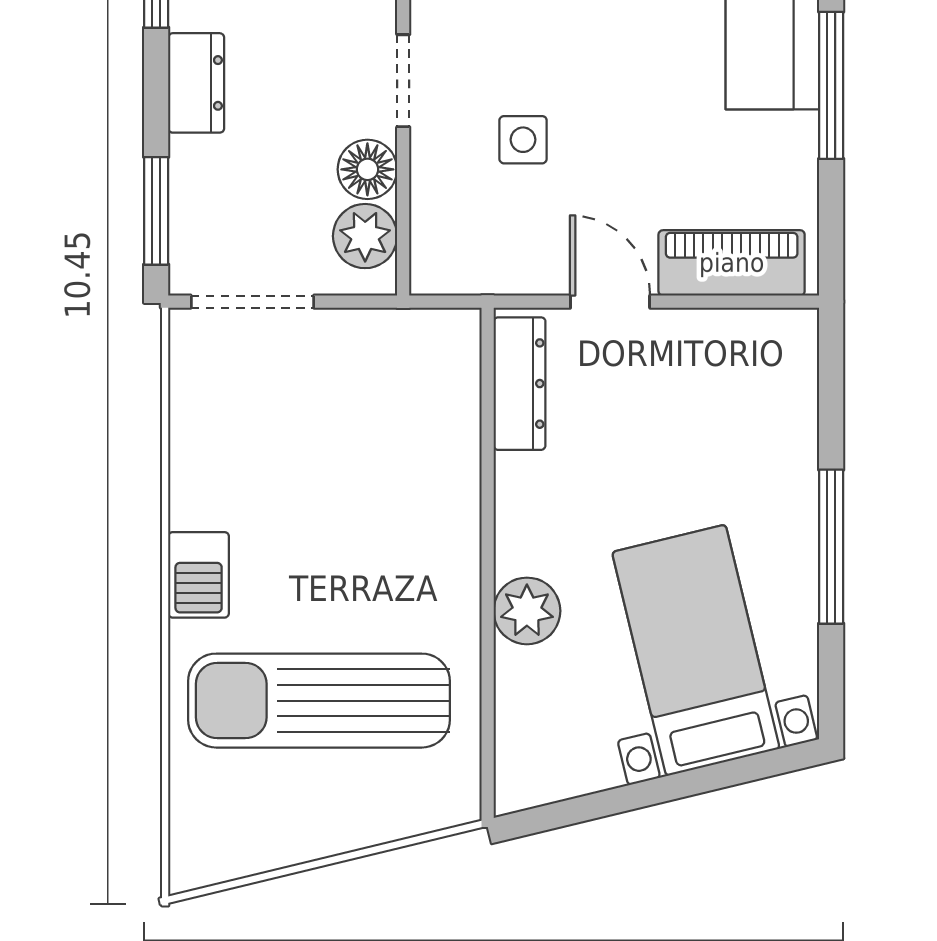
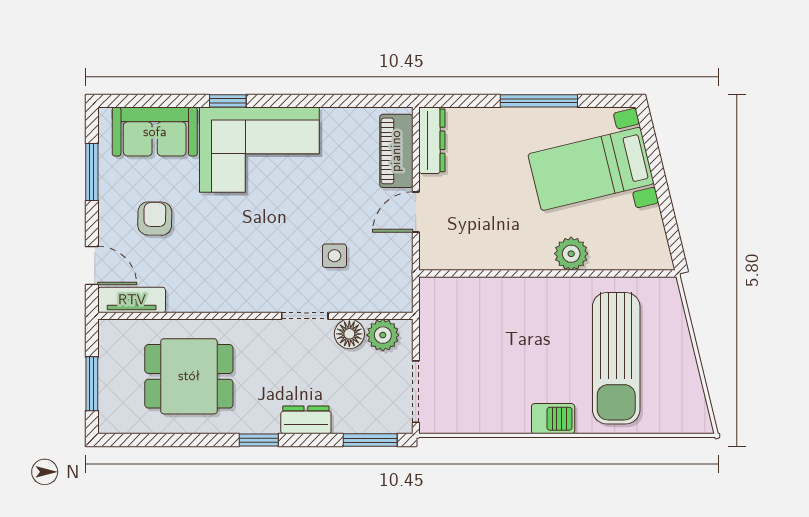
window: (831, 85) -> (307, 101), removed
dresser: (520, 384) -> (432, 140), moved, turned 90

